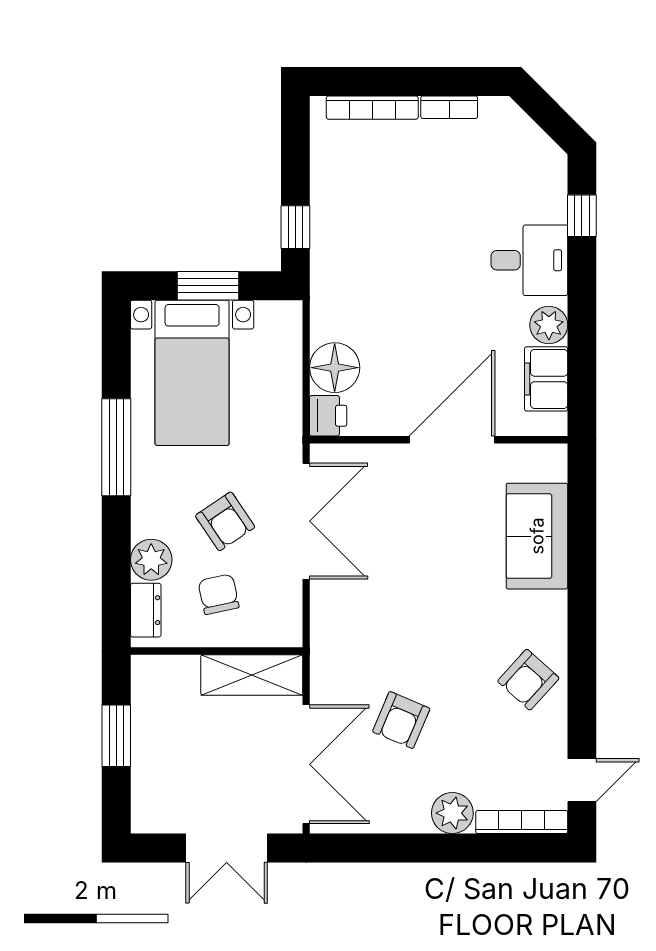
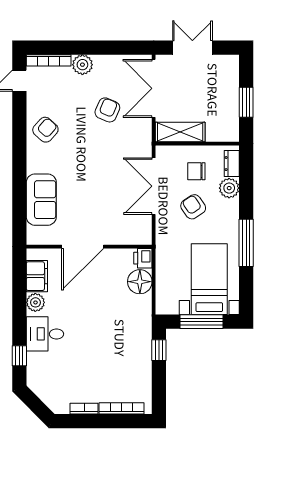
window: (208, 286) -> (202, 322), width x1.44
double door: (306, 521) -> (154, 186), moved
chair: (219, 594) -> (196, 171), turned 102

